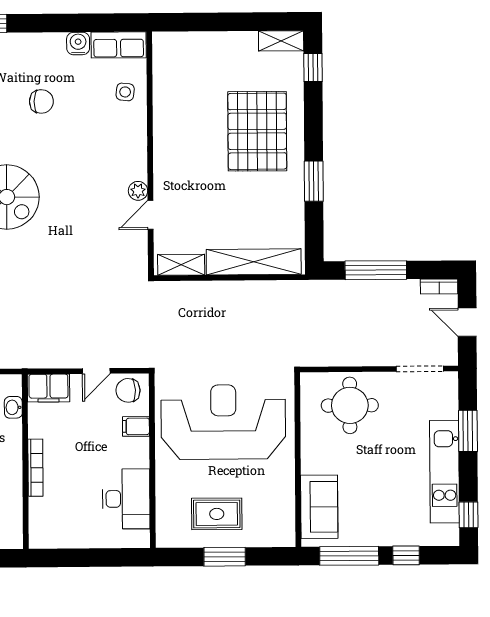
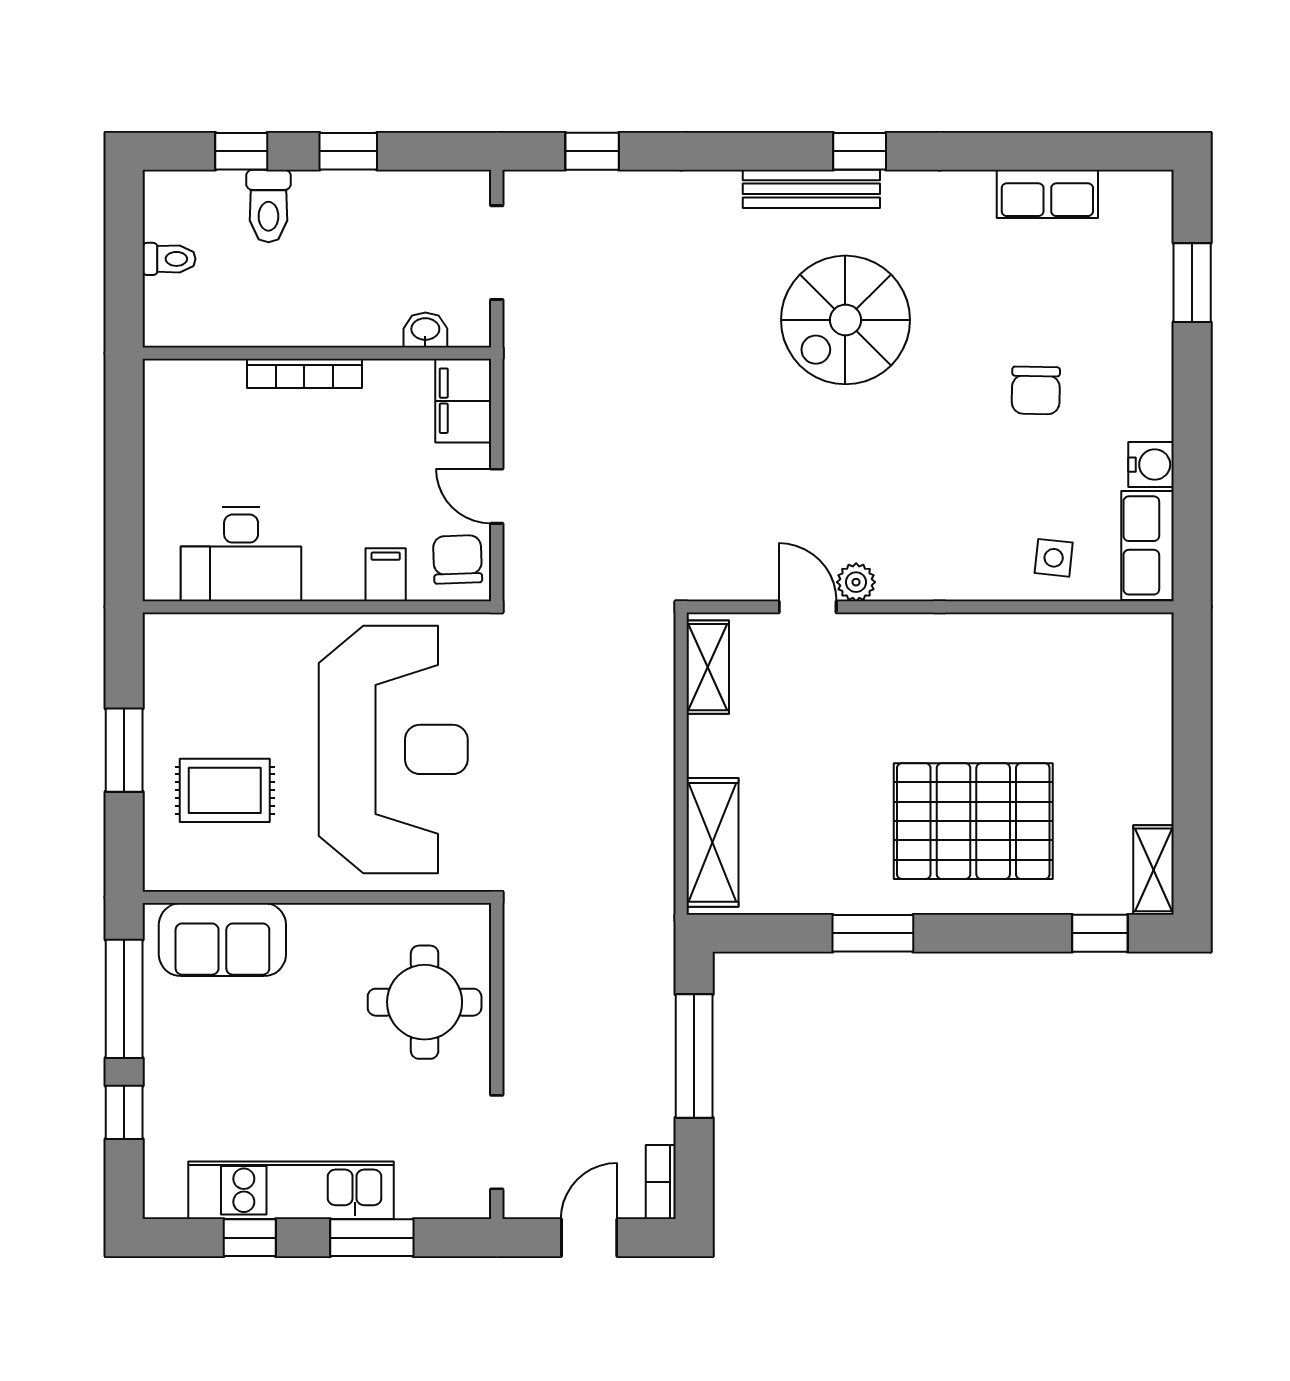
shelving: (254, 262) -> (713, 842), width x0.68
rug: (217, 514) -> (225, 790), moved, turned 90
window: (468, 515) -> (250, 1238), moved

